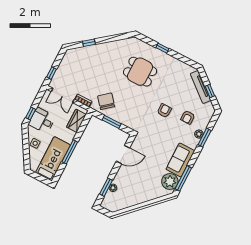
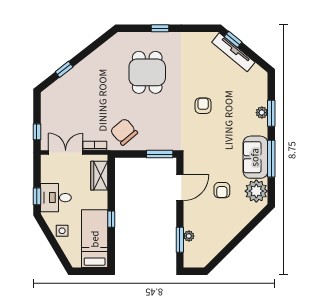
dining table: (140, 72) -> (147, 72), turned 90
window: (210, 91) -> (233, 39), moved
double door: (63, 95) -> (66, 153), swing flipped
armchair: (188, 117) -> (222, 190), moved
window: (112, 122) -> (160, 154), moved
window: (70, 152) -> (111, 219), width x0.46
window: (183, 178) -> (271, 159), moved

